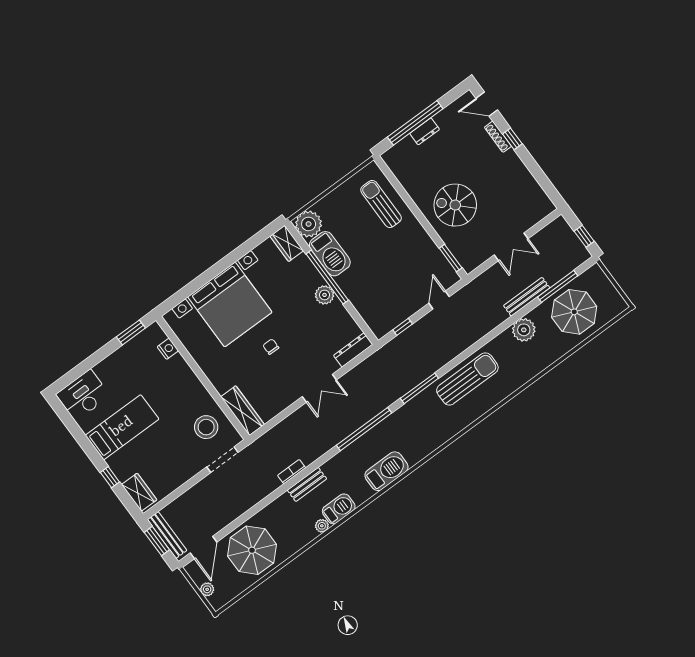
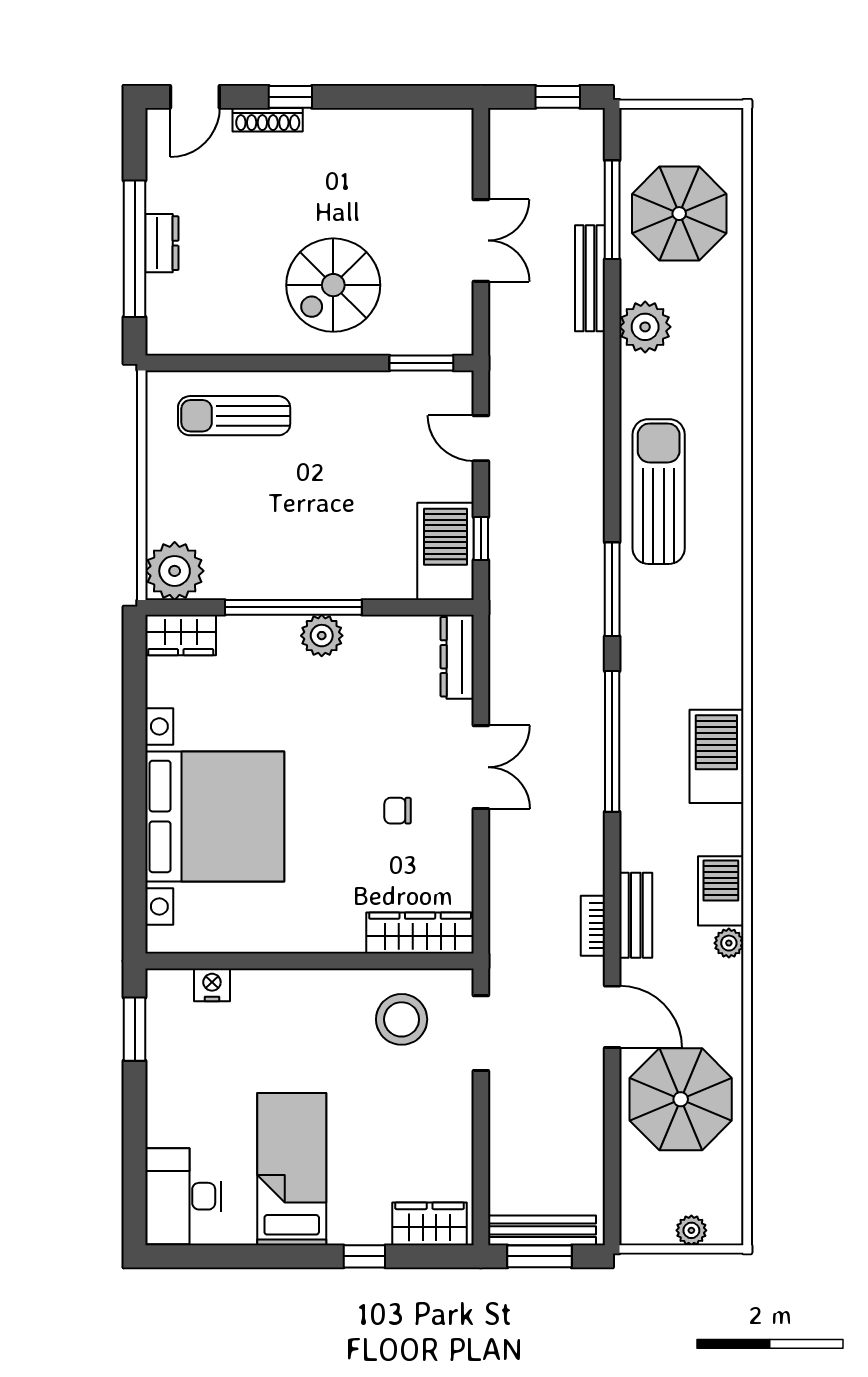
barbecue: (330, 254) -> (446, 551), moved, turned -90
chair: (271, 347) -> (398, 811), moved
door: (203, 547) -> (612, 1017), moved

